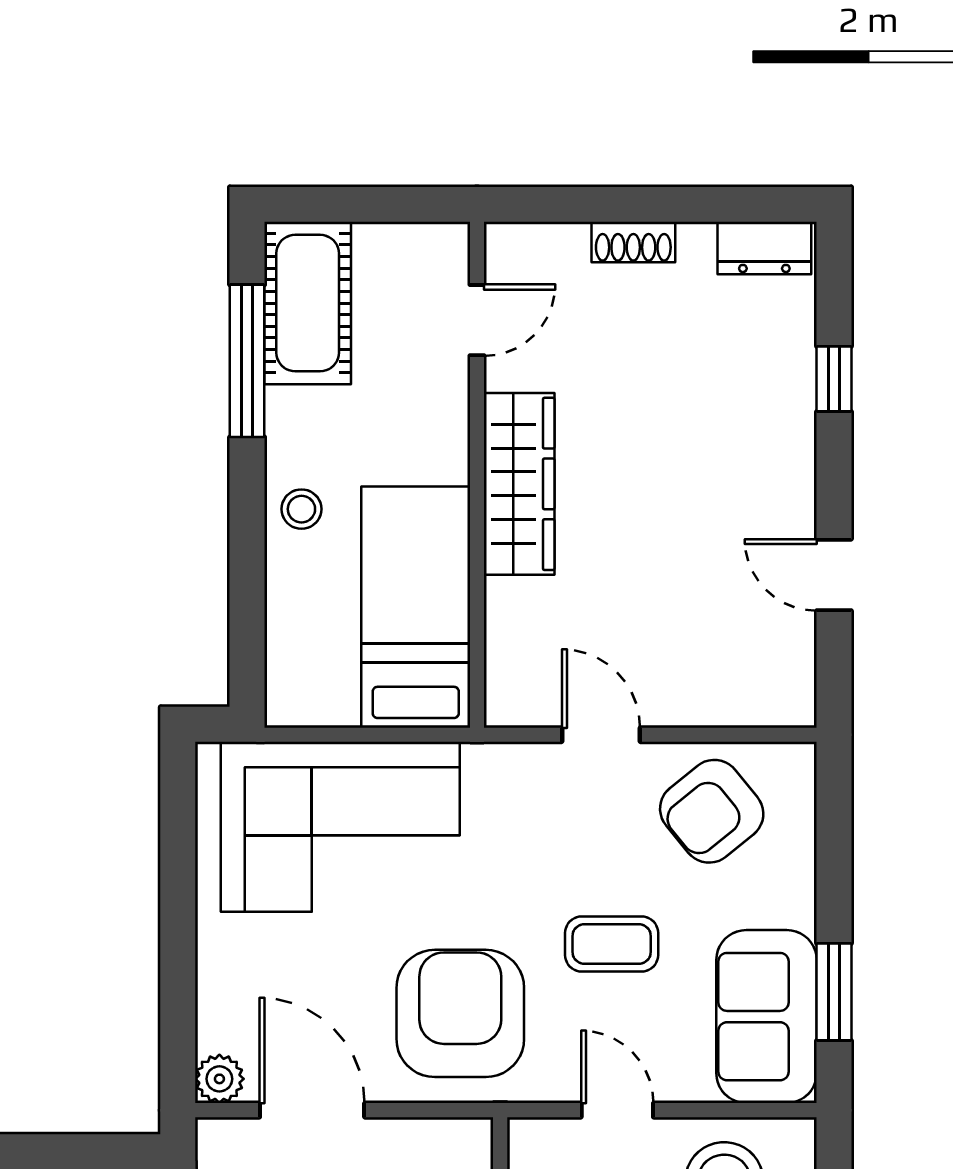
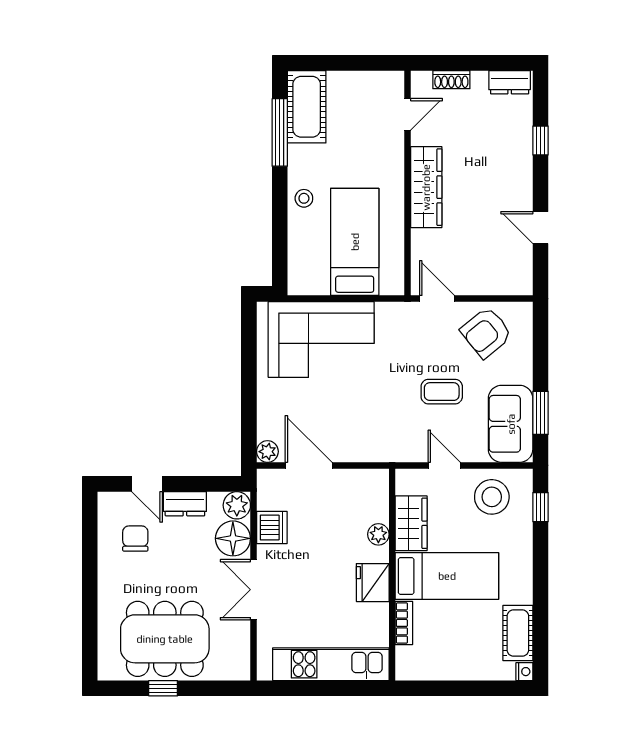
door: (477, 320) -> (408, 114), moved
wall: (477, 475) -> (408, 183), moved
wardrobe: (519, 484) -> (426, 187), moved
armchair: (460, 1013) -> (374, 422), removed

